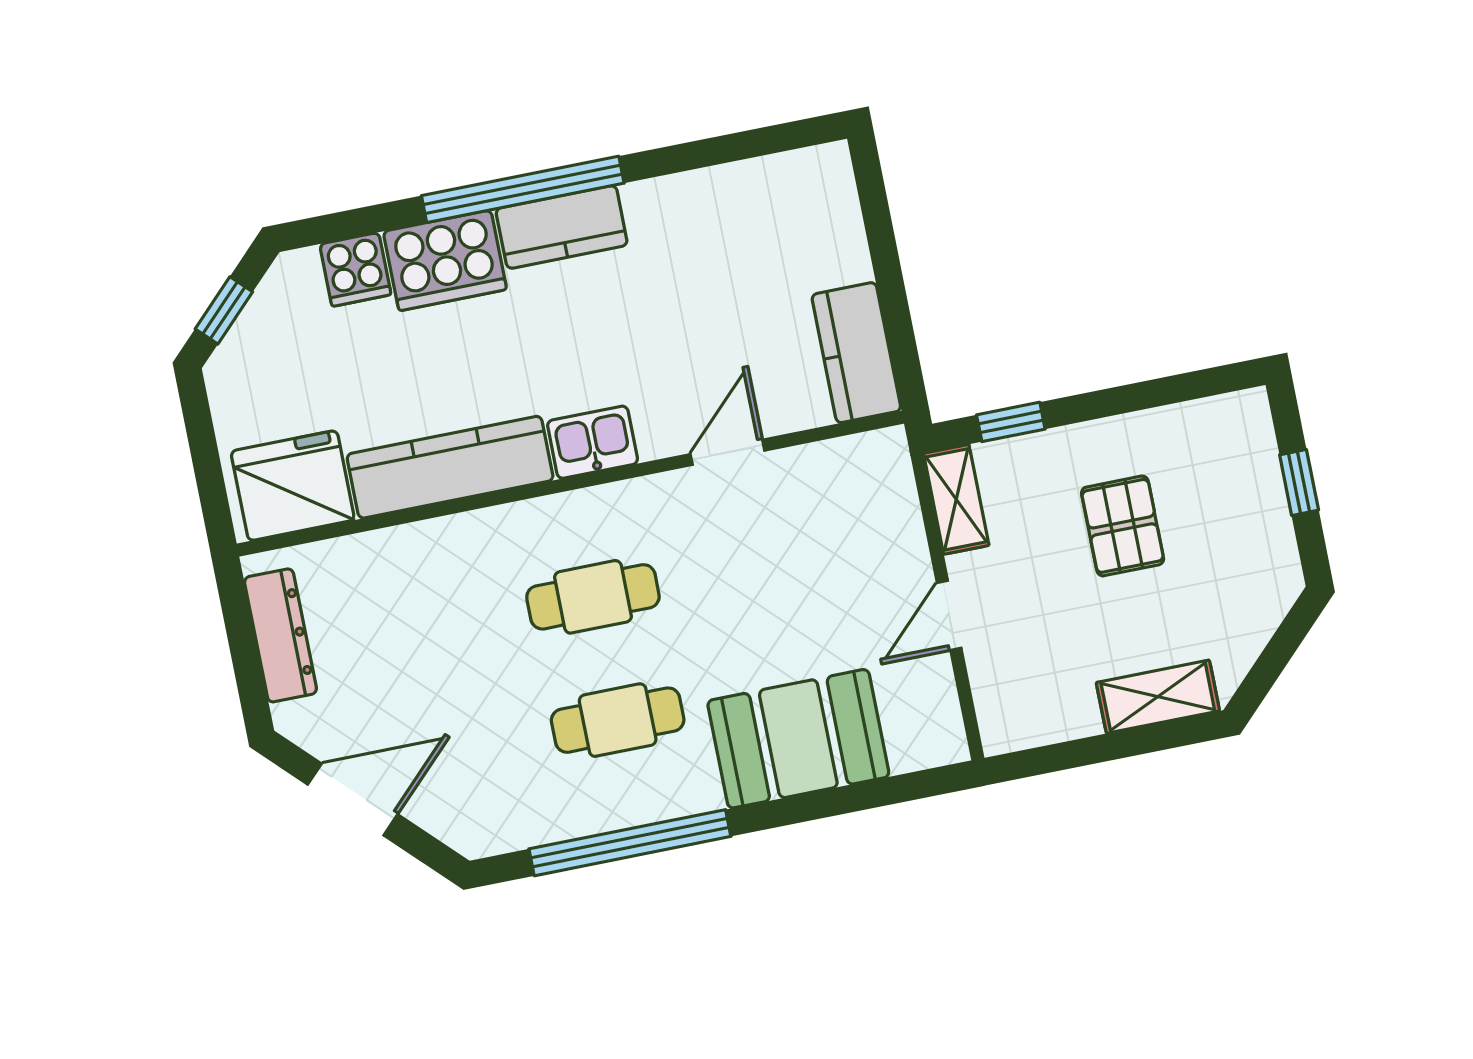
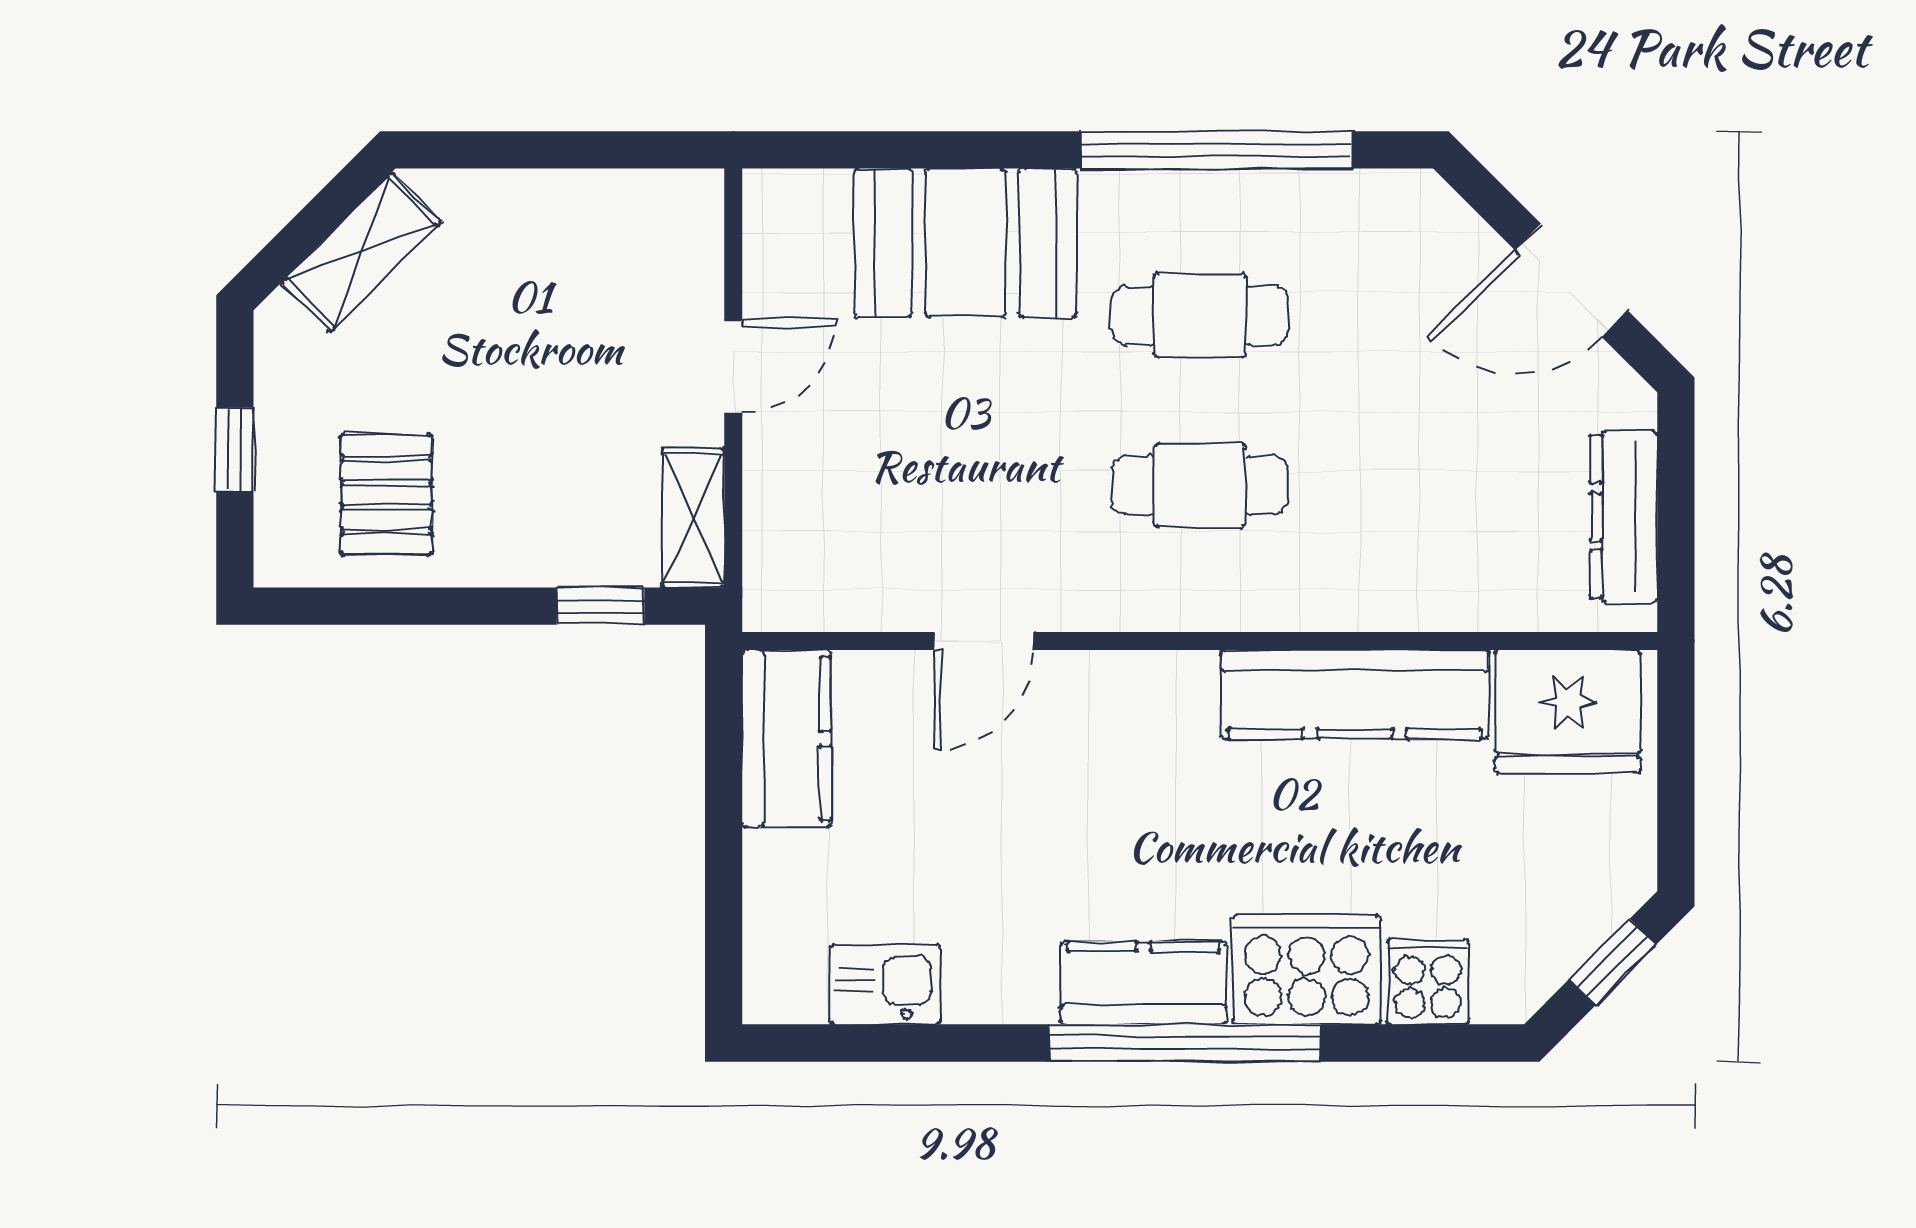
kitchen sink: (593, 442) -> (885, 984), moved, turned 180
pallet: (1123, 526) -> (386, 495), moved
shelving: (1158, 697) -> (361, 252), moved, turned -45

